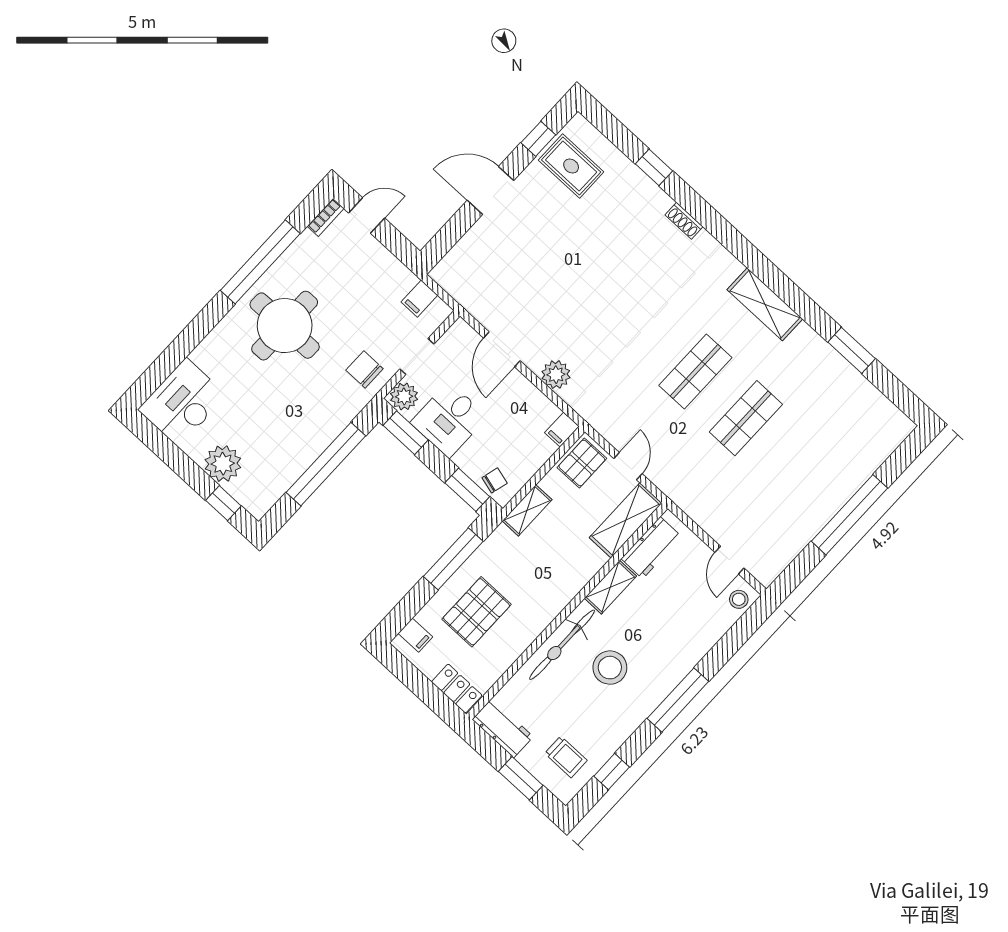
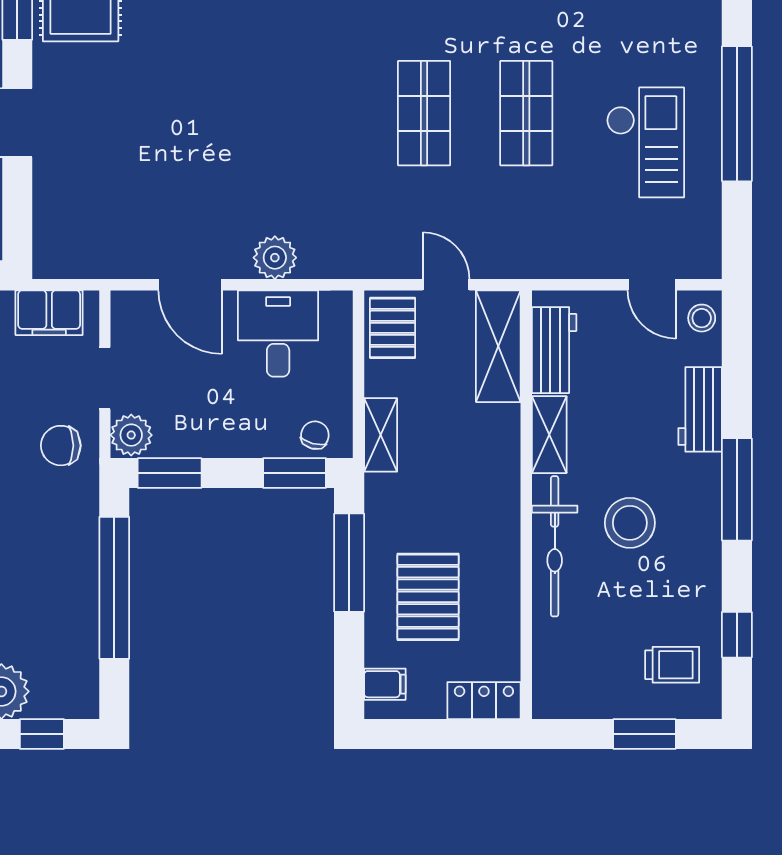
filing cabinet: (419, 299) -> (49, 313), width x2.00
desk: (449, 420) -> (278, 333), moved, turned 180
filing cabinet: (562, 429) -> (337, 311), removed
checkout: (791, 487) -> (645, 142), added
workbench: (503, 728) -> (700, 409), moved, turned -90

